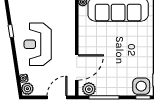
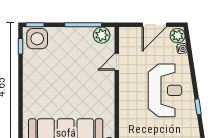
door: (77, 67) -> (117, 62), width x0.53
door: (57, 97) -> (154, 25), moved

